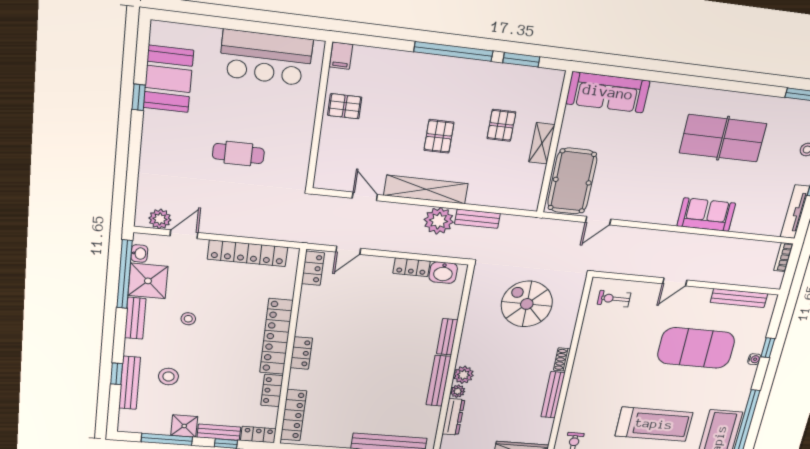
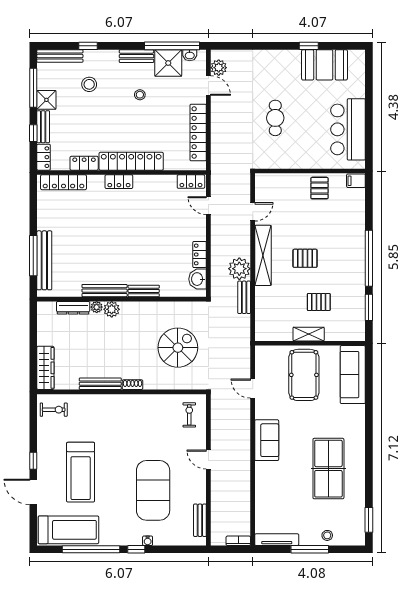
pool table: (572, 181) -> (304, 375), moved, turned 90
sofa: (706, 215) -> (267, 440), moved
bench: (739, 298) -> (200, 520), width x0.73
window: (768, 348) -> (136, 549), moved
bench: (130, 383) -> (60, 56), moved

